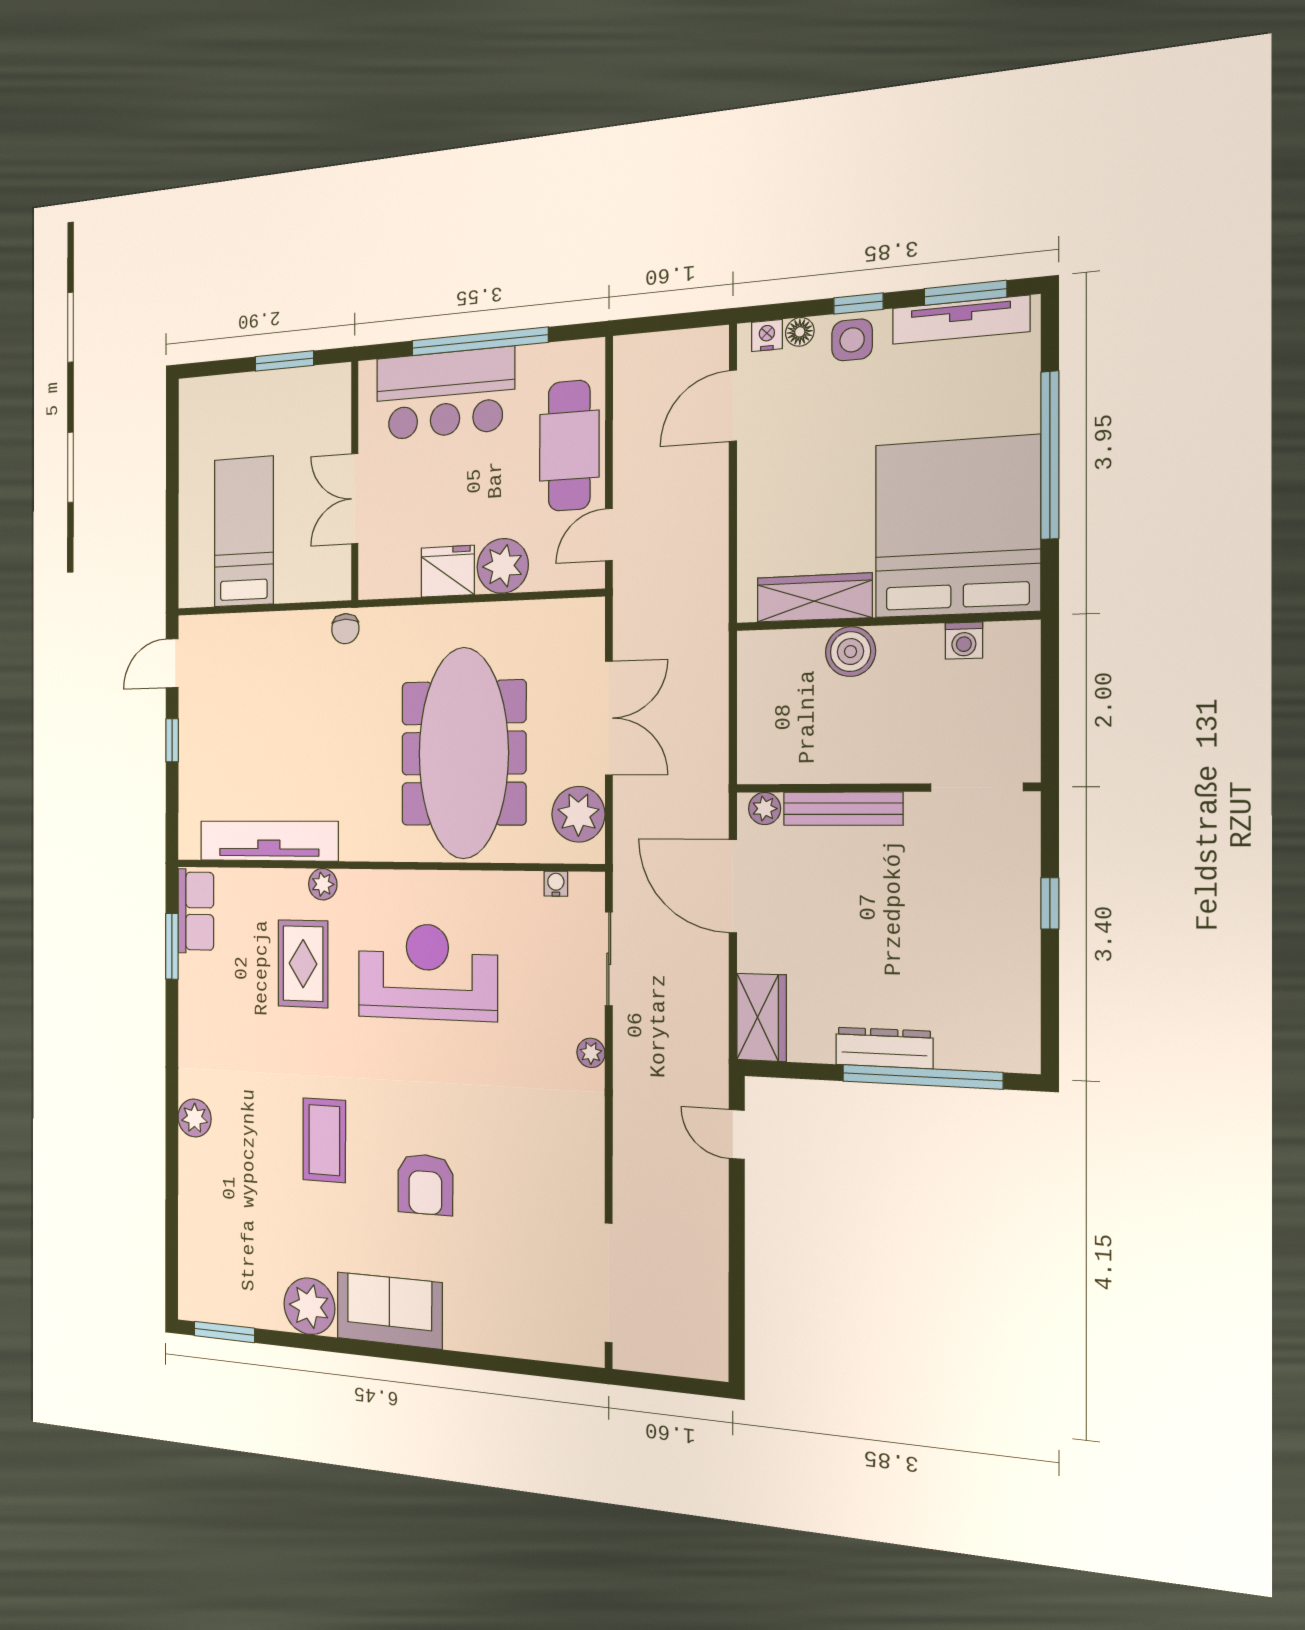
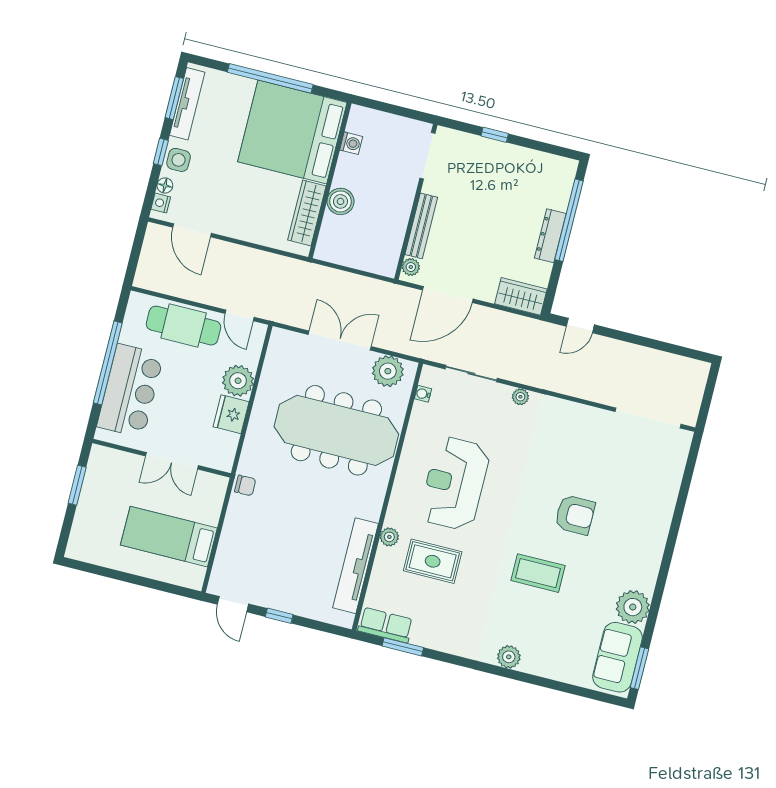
sofa: (389, 1310) -> (617, 657), moved

